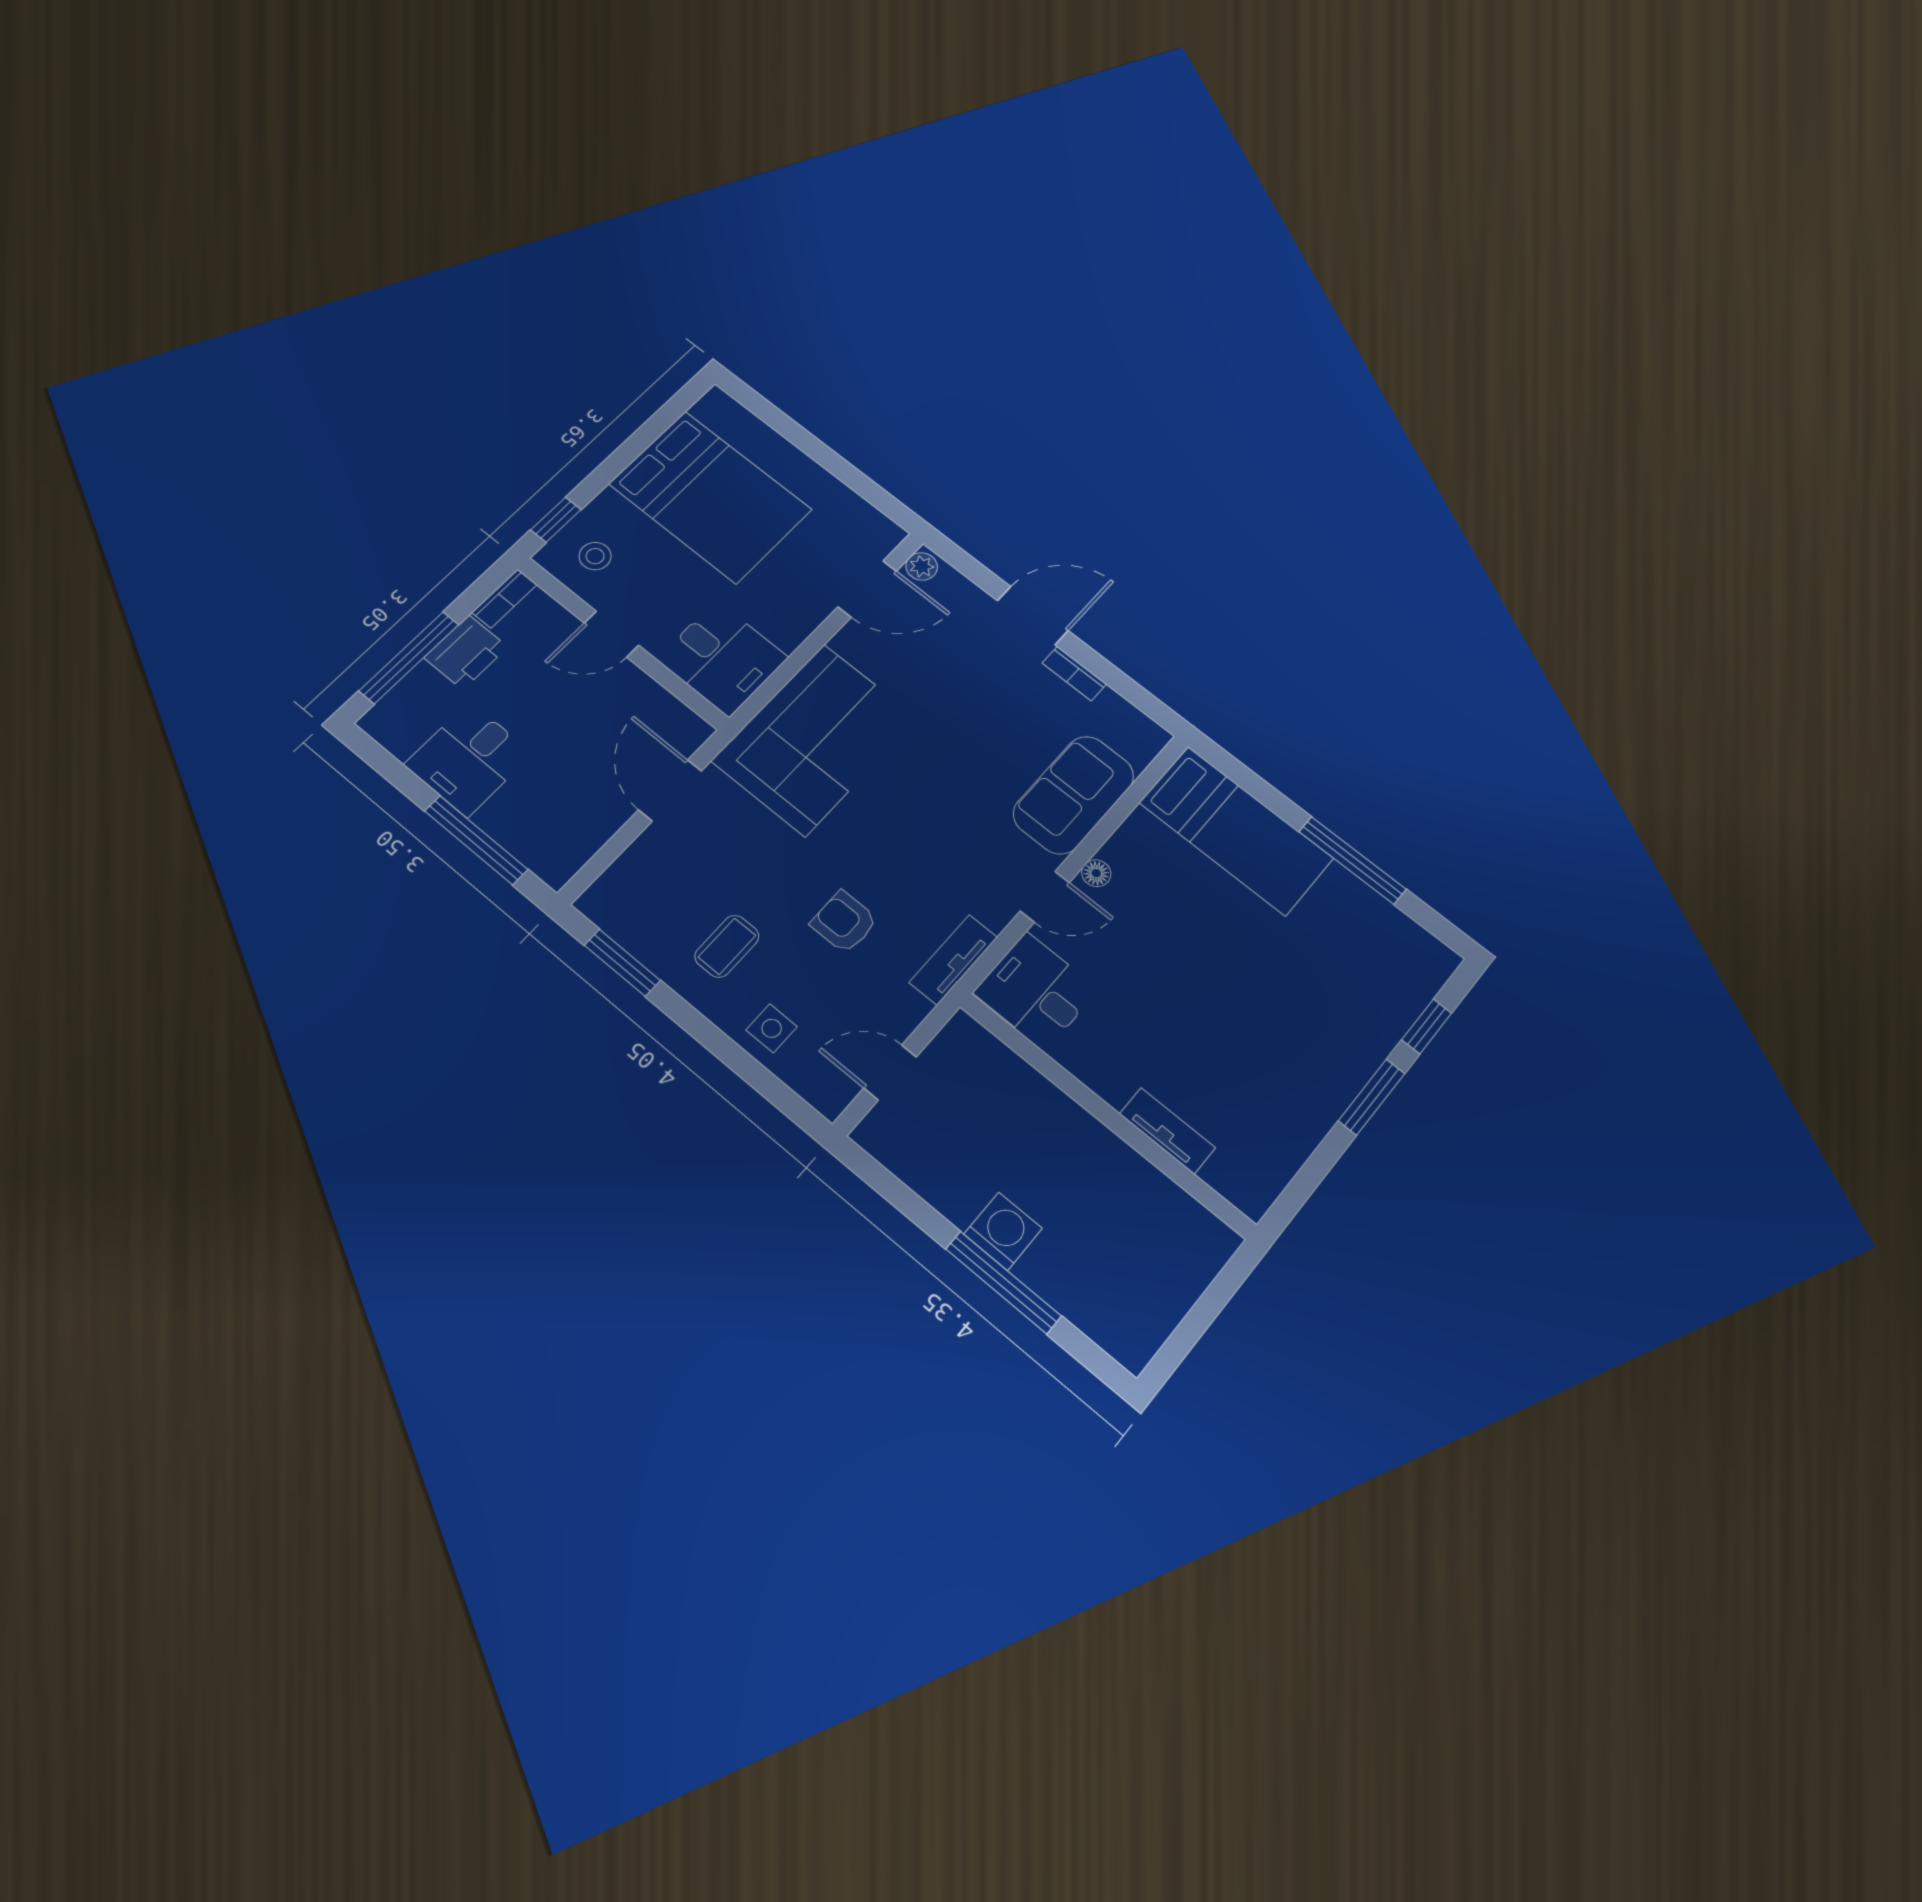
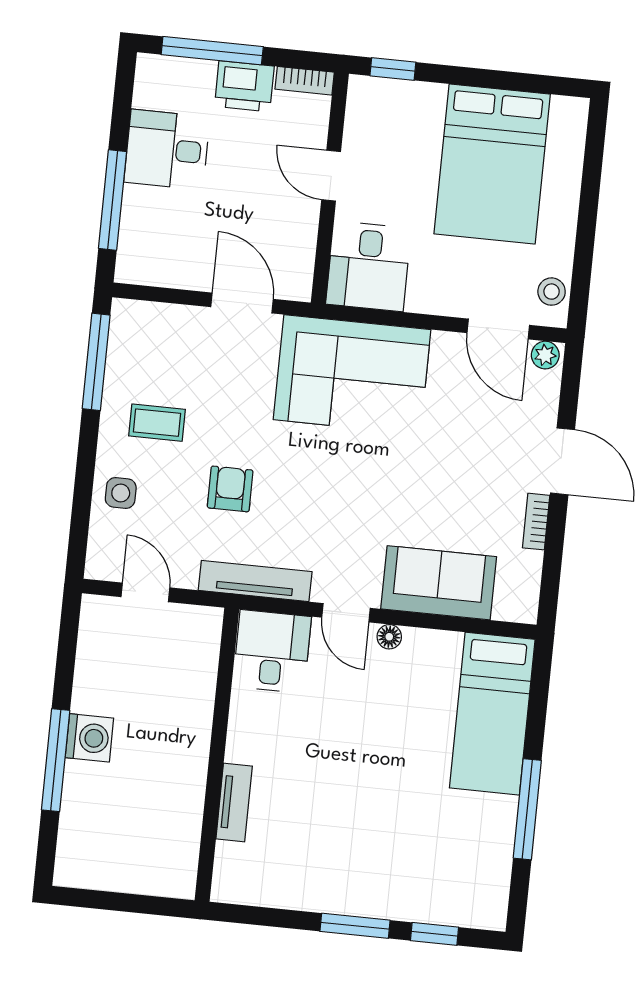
stool: (595, 556) -> (552, 292), moved
door: (670, 790) -> (242, 303), hinge flipped
tv unit: (953, 960) -> (255, 581), width x1.41
window: (622, 963) -> (96, 362), width x1.44

